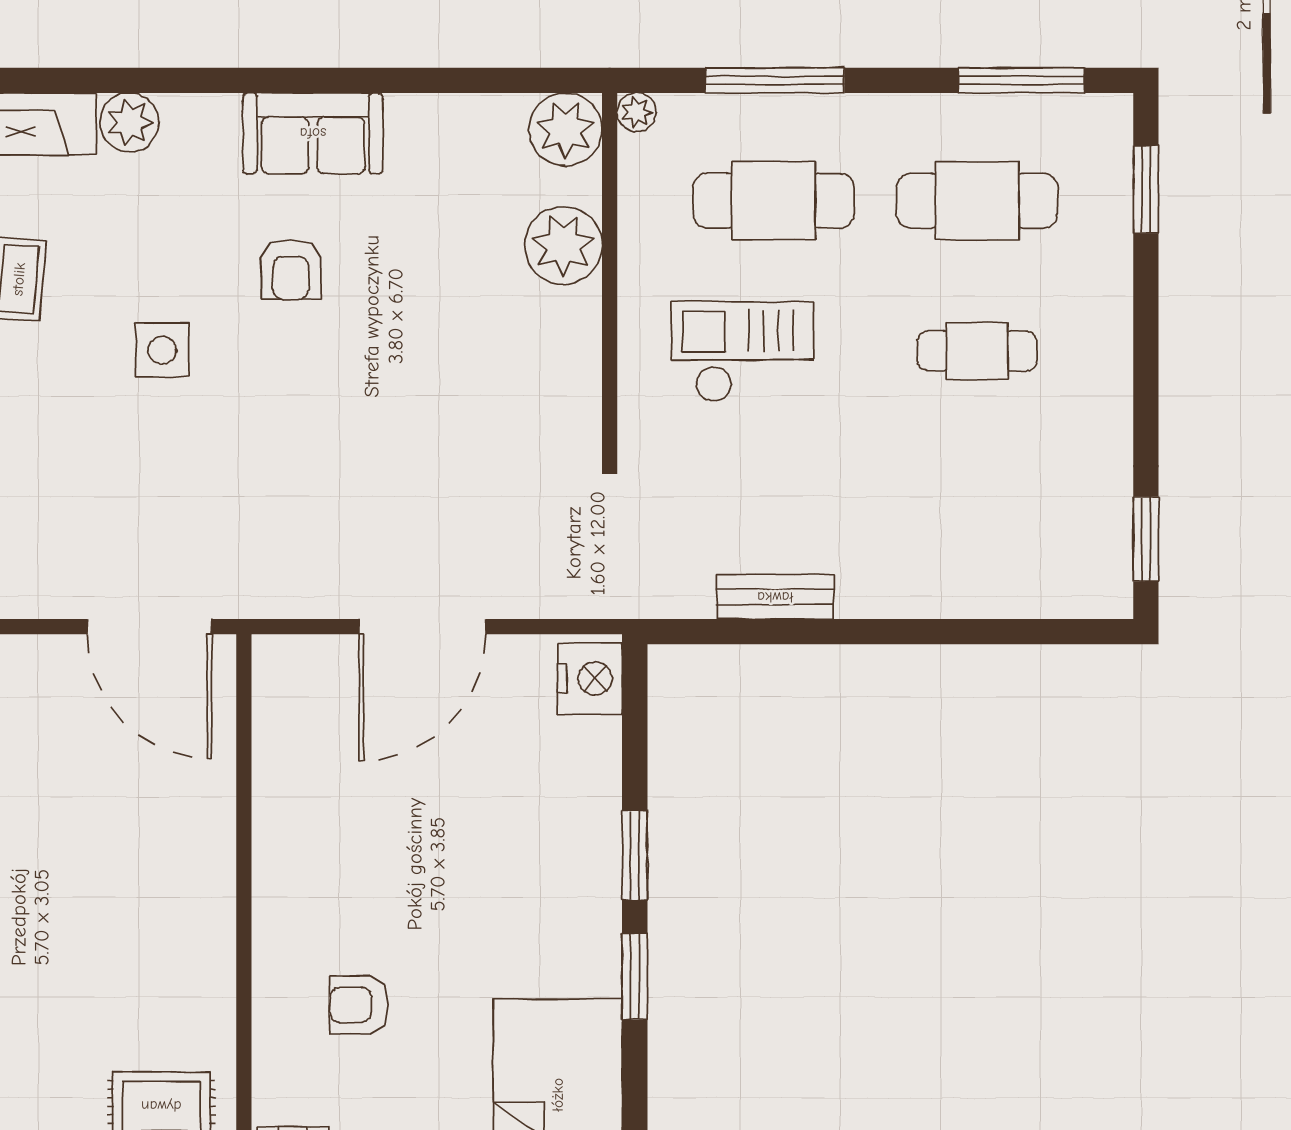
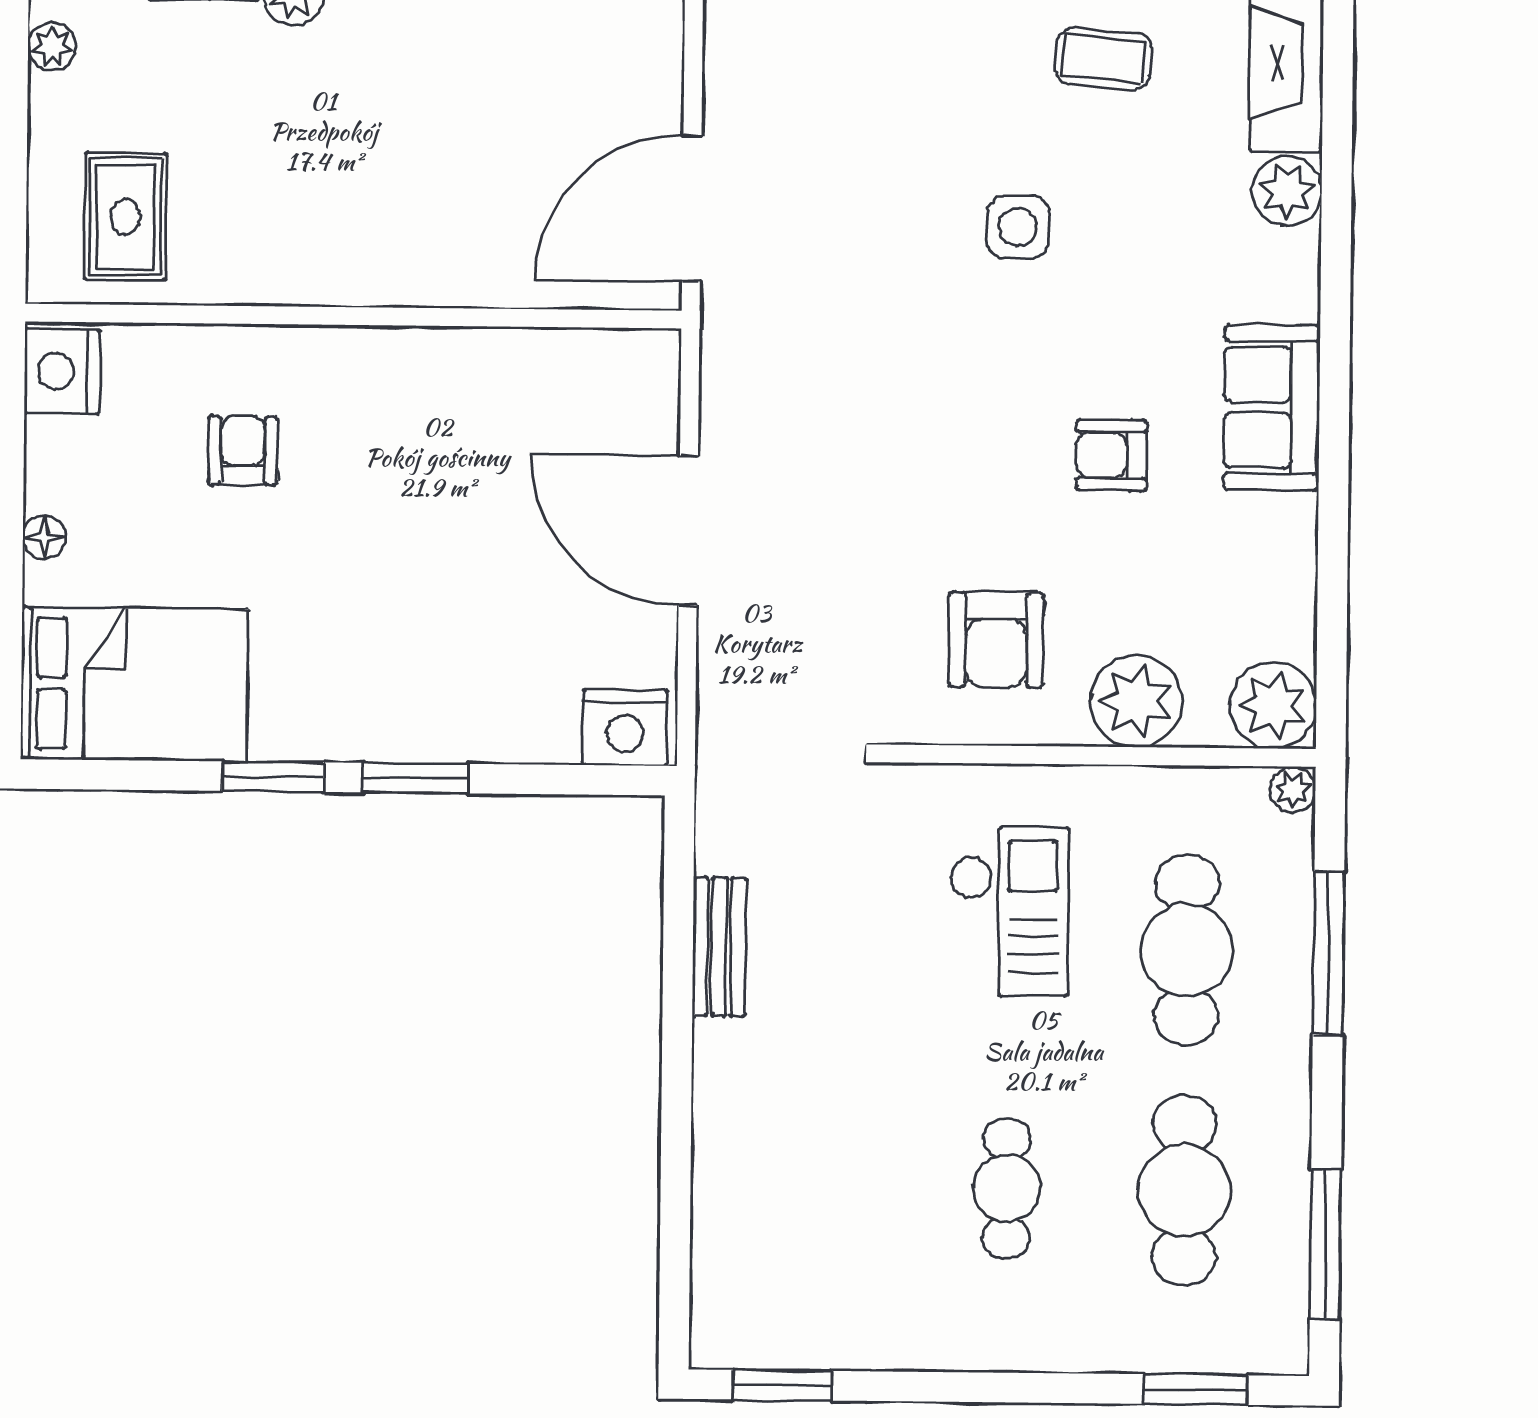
armchair: (291, 269) -> (1111, 455), moved
armchair: (512, 365) -> (996, 640), added

